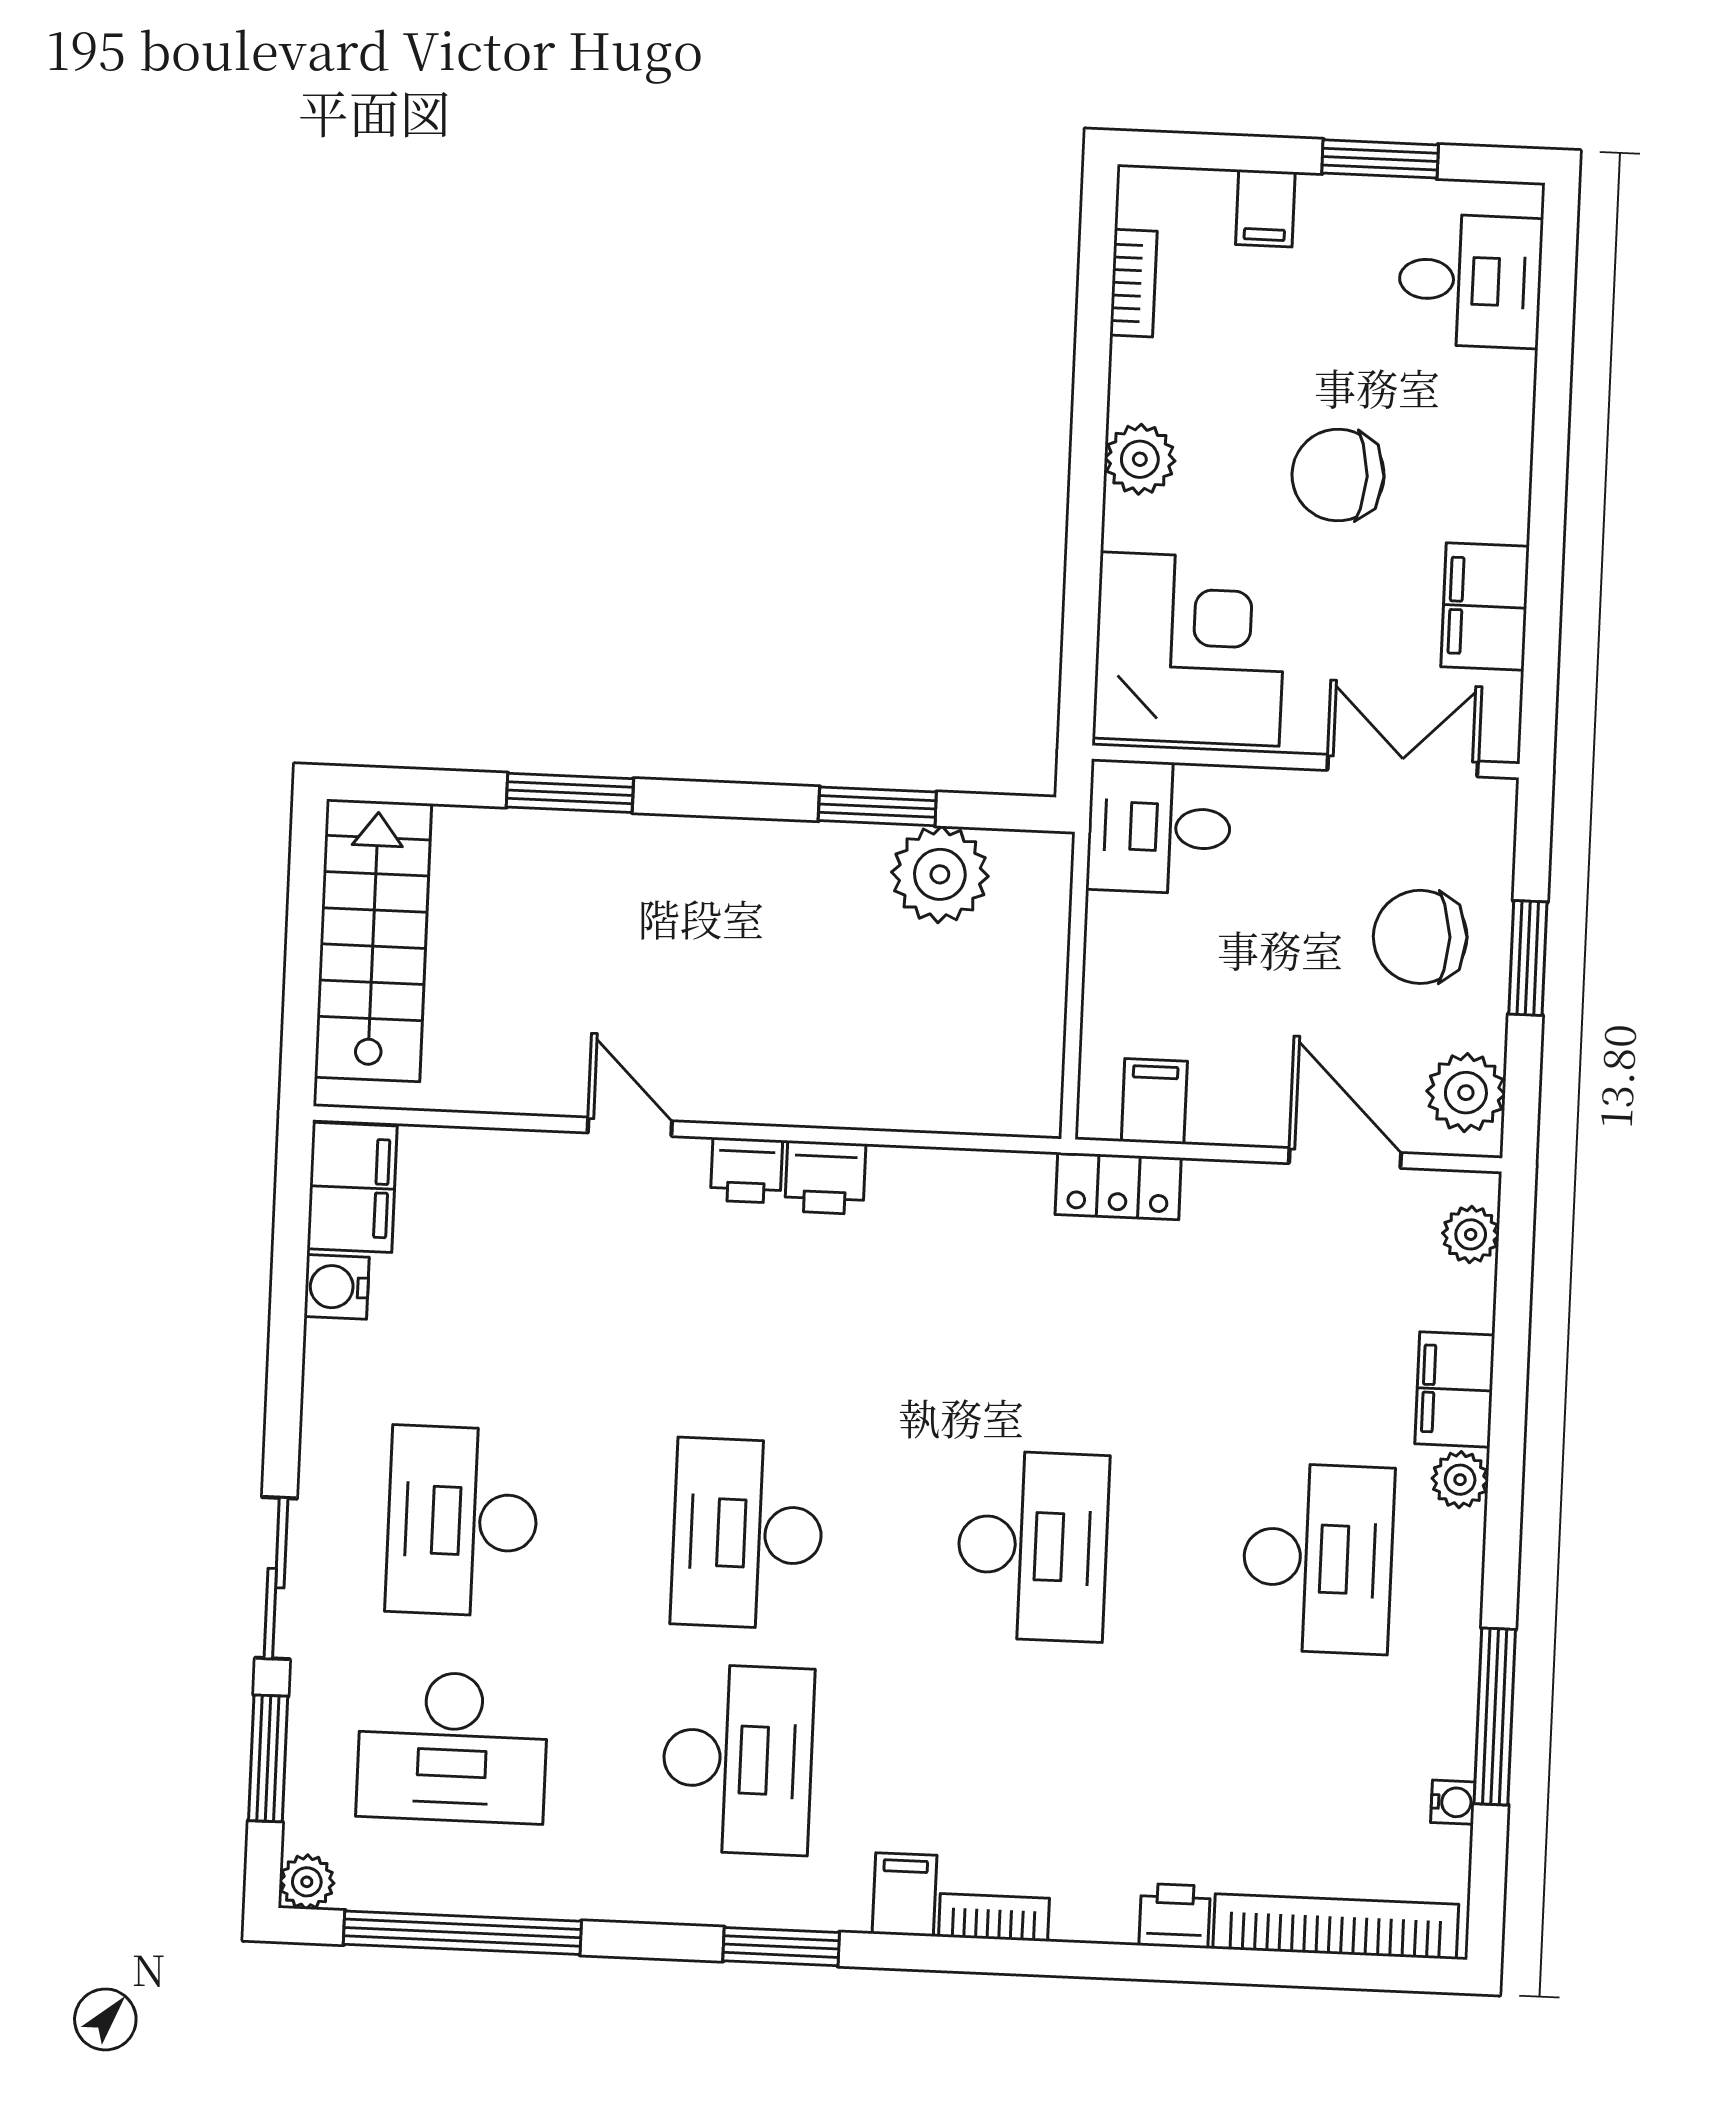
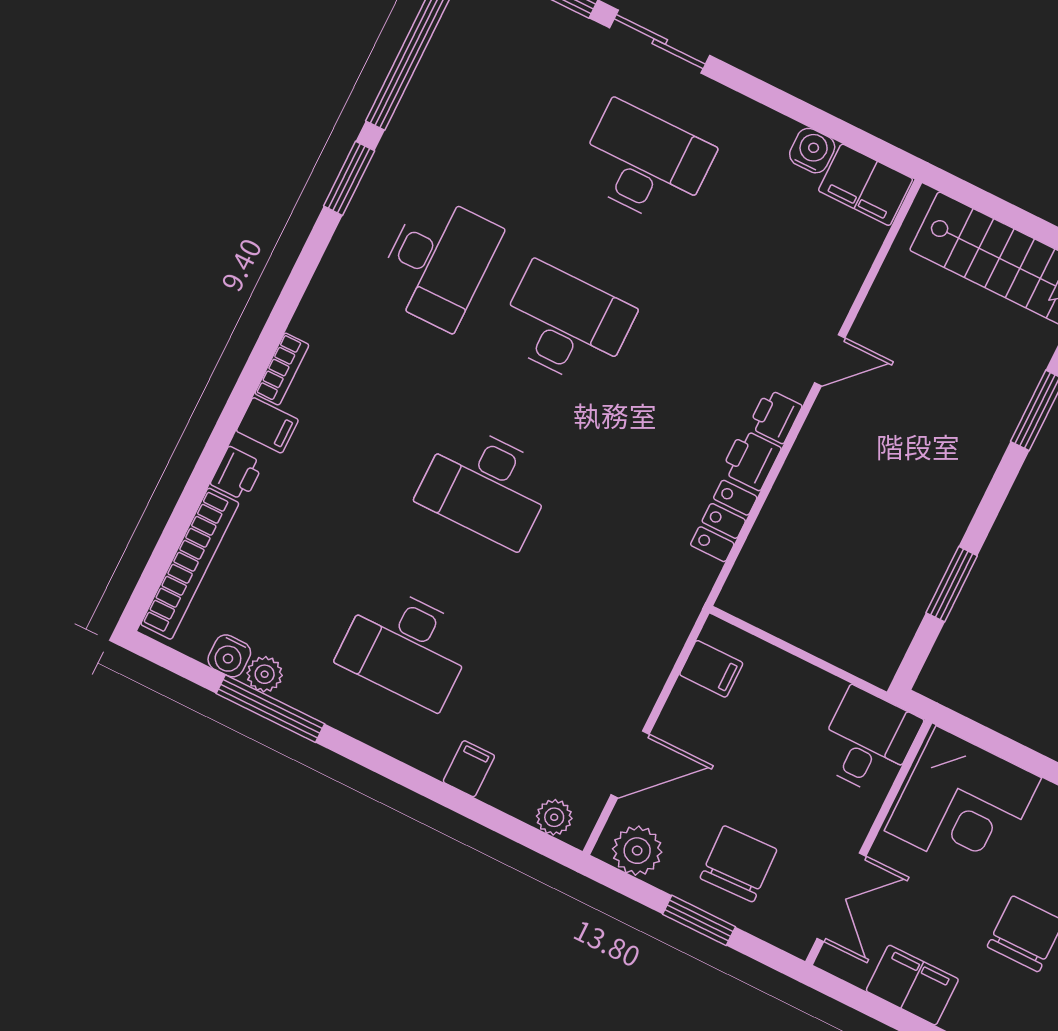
plant: (940, 874) -> (897, 603), removed
locker: (1118, 1186) -> (724, 521), moved
filing cabinet: (1455, 1389) -> (469, 769), width x0.50
plant: (1460, 1480) -> (265, 674), moved
desk: (452, 1747) -> (518, 100), removed
desk: (738, 1759) -> (438, 262), turned -90
water cooler: (1453, 1802) -> (229, 656), width x1.38, depth x1.38
filing cabinet: (904, 1895) -> (267, 425), moved
window: (781, 1947) -> (349, 178), moved

